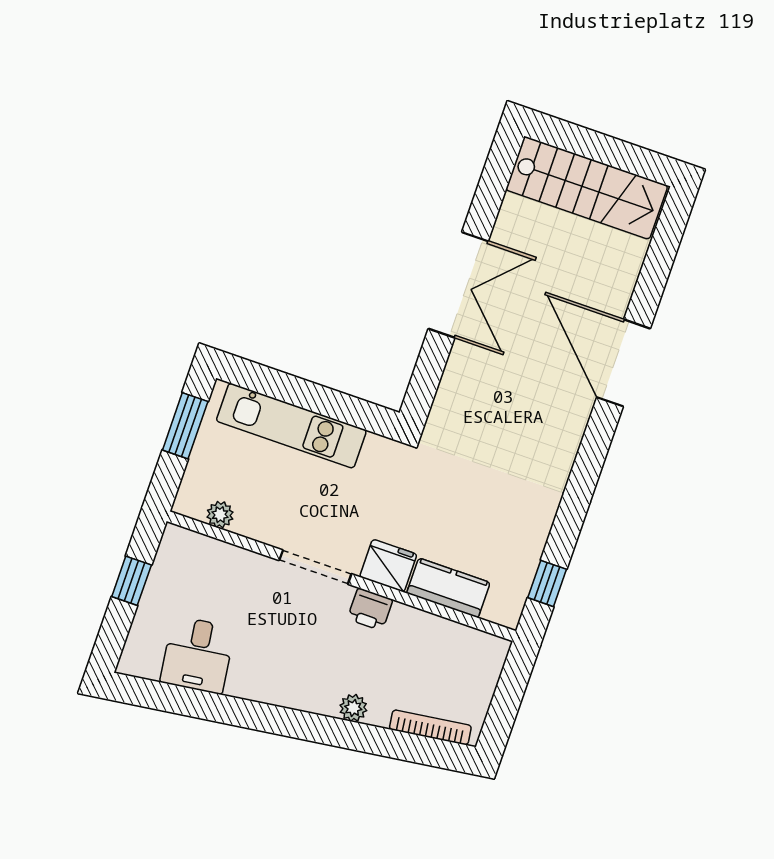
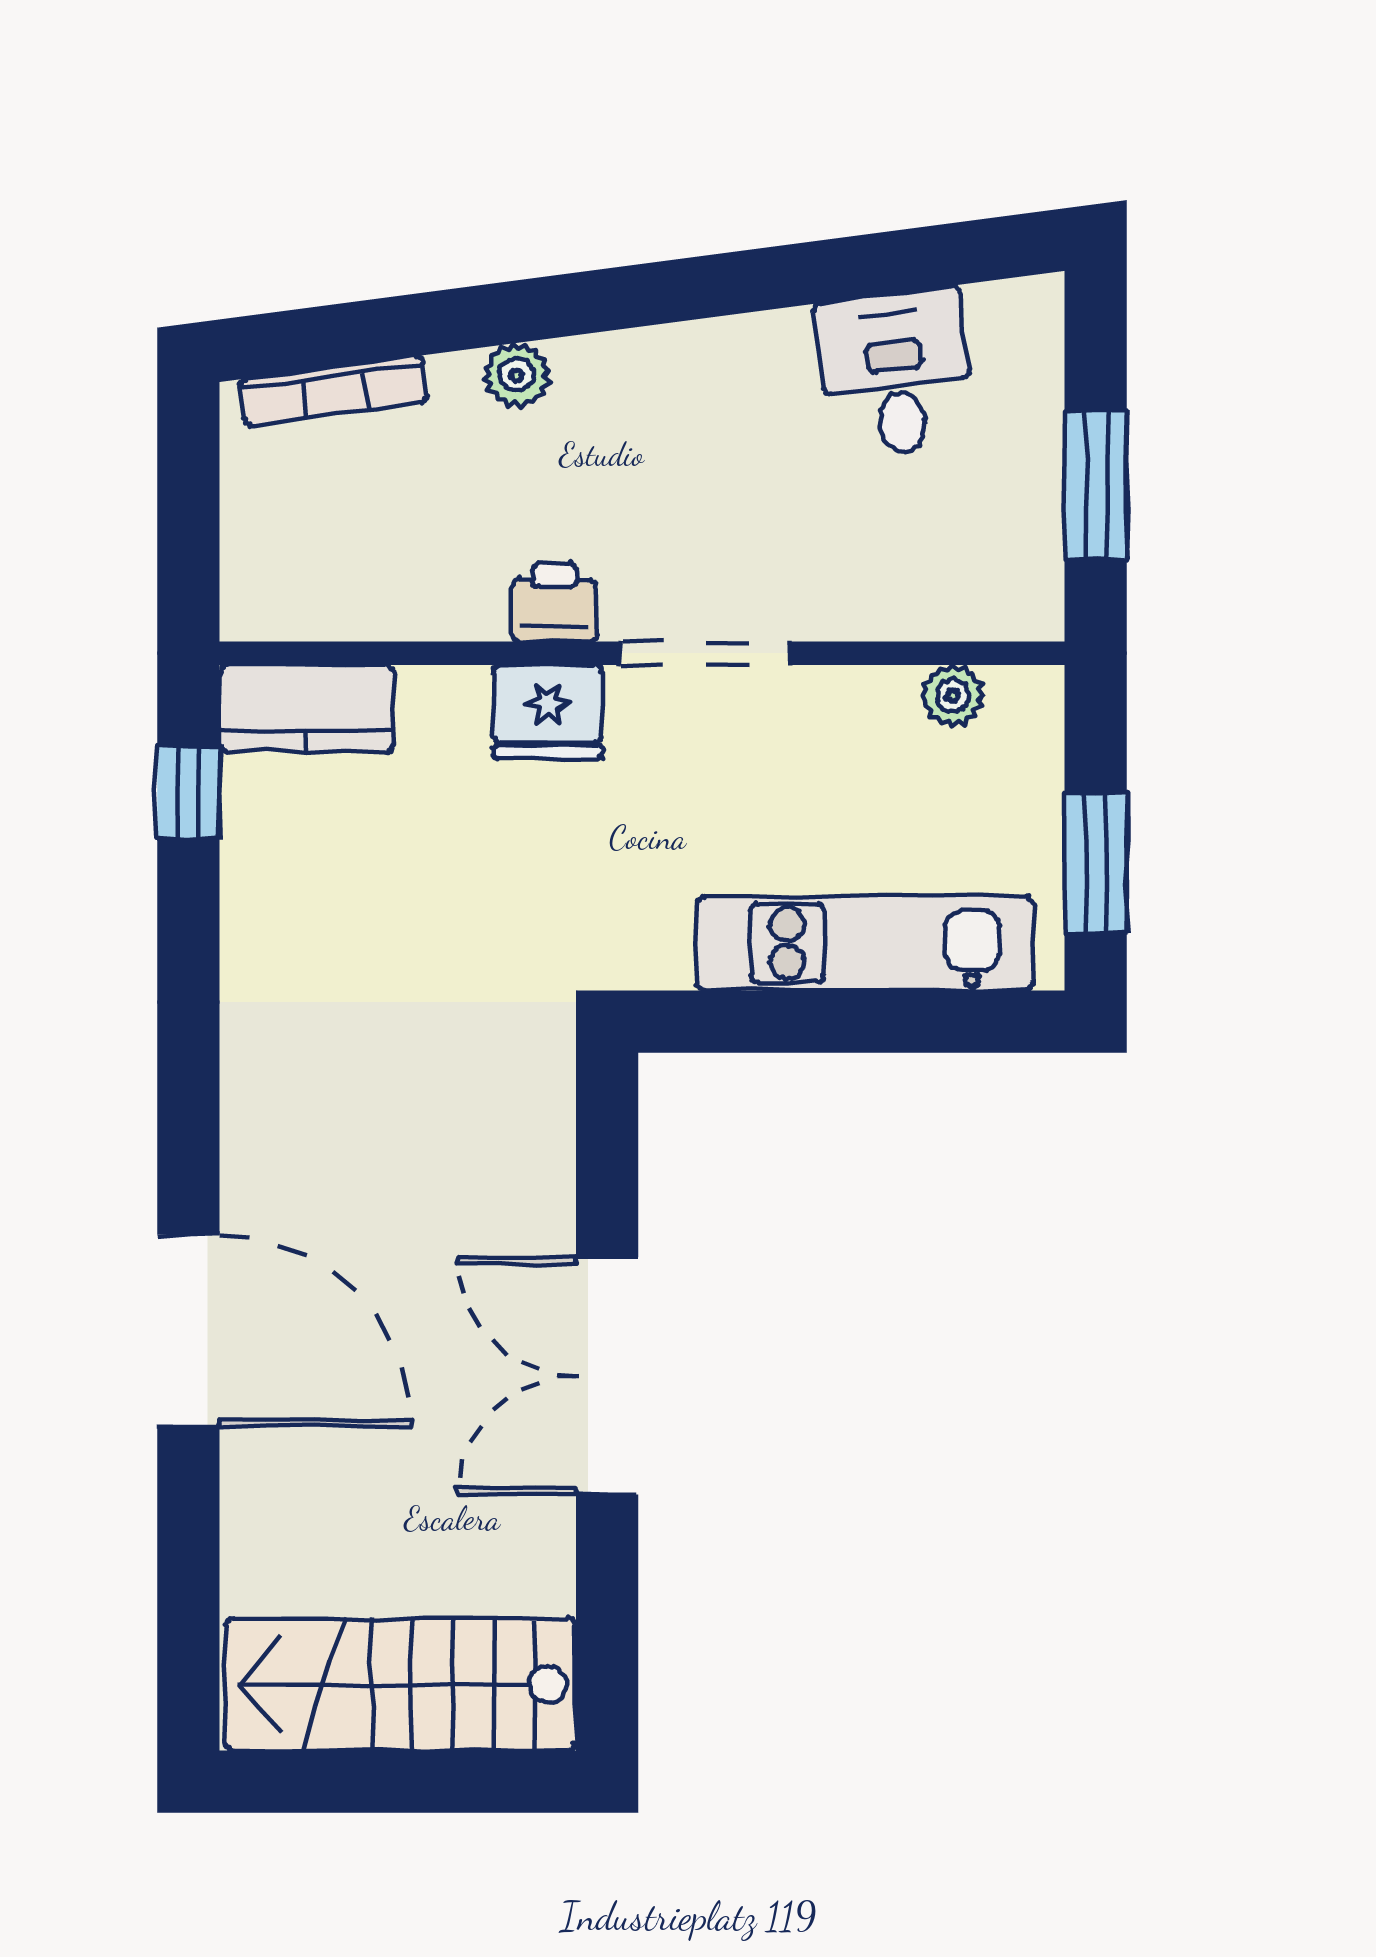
window: (132, 581) -> (1096, 485), width x1.50
kitchen counter: (448, 588) -> (306, 708), moved

